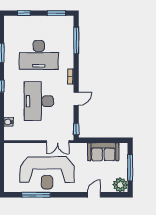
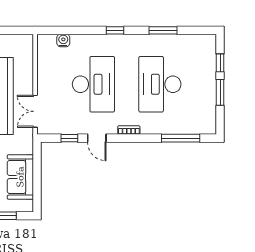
window: (56, 13) -> (220, 92), moved
desk: (39, 101) -> (93, 84), turned 90
window: (76, 129) -> (69, 138), moved

